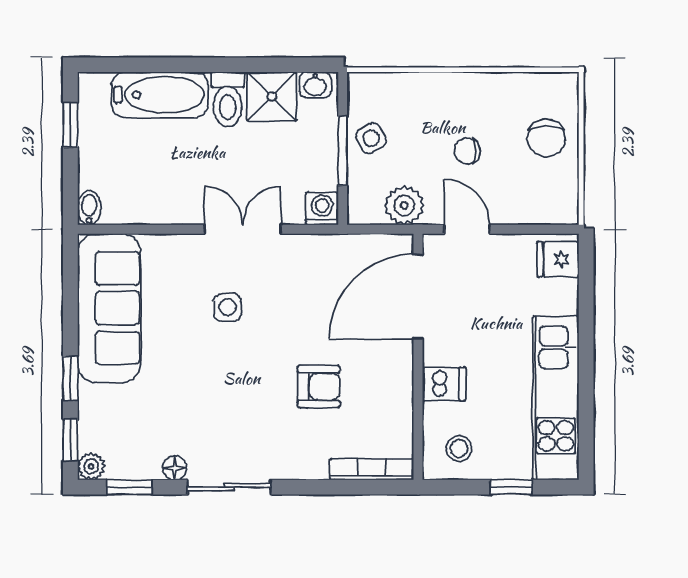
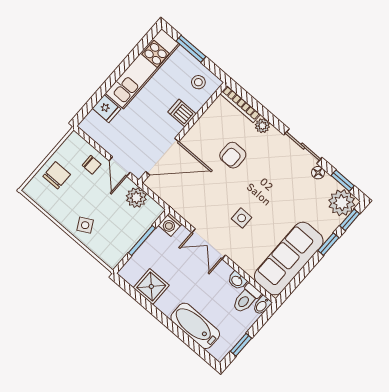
washbasin: (315, 85) -> (237, 281), moved, turned 180
toilet: (228, 99) -> (246, 299), moved, turned 180
side table: (371, 138) -> (85, 225), moved
chair: (467, 151) -> (92, 165), moved
fridge: (558, 259) -> (106, 109), moved
armchair: (319, 387) -> (233, 155), turned -90
plant: (91, 466) -> (342, 203), width x1.88, depth x1.88
plant: (313, 466) -> (262, 126), added
window: (511, 487) -> (191, 49), width x1.50

